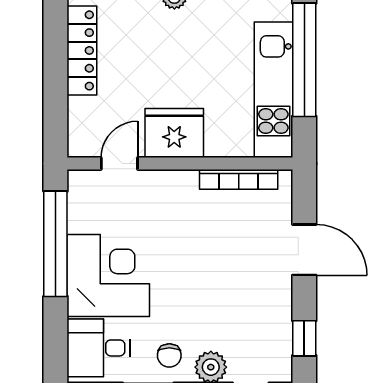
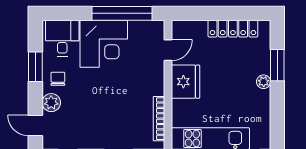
door: (119, 163) -> (168, 50), hinge flipped
chair: (169, 355) -> (58, 79), turned 90

